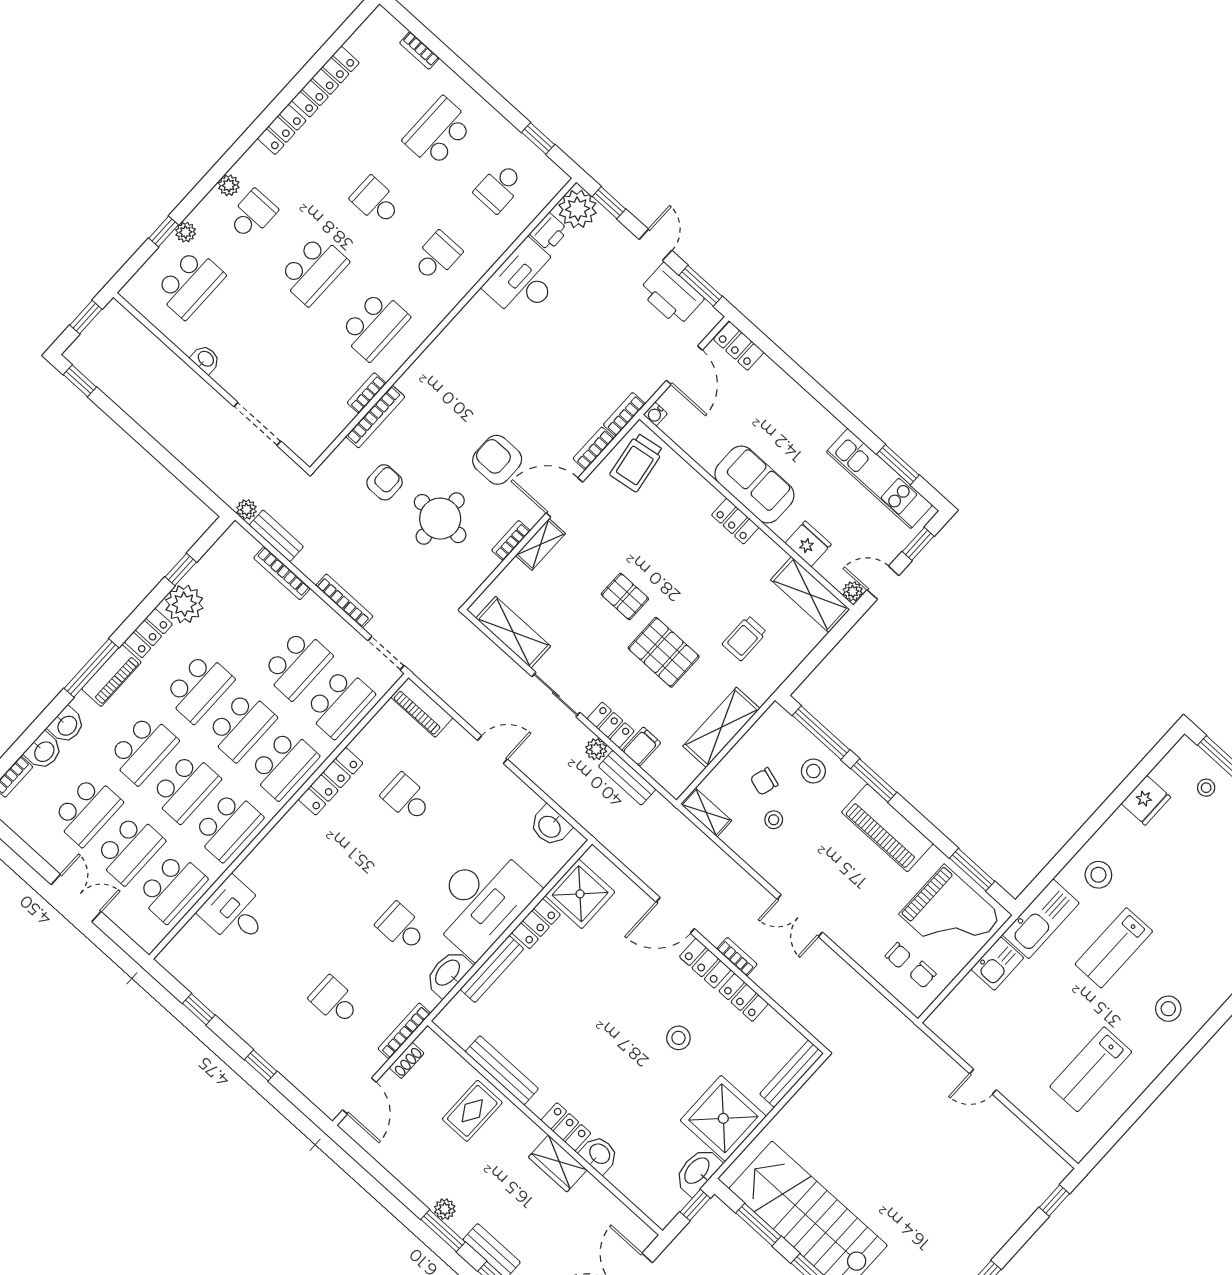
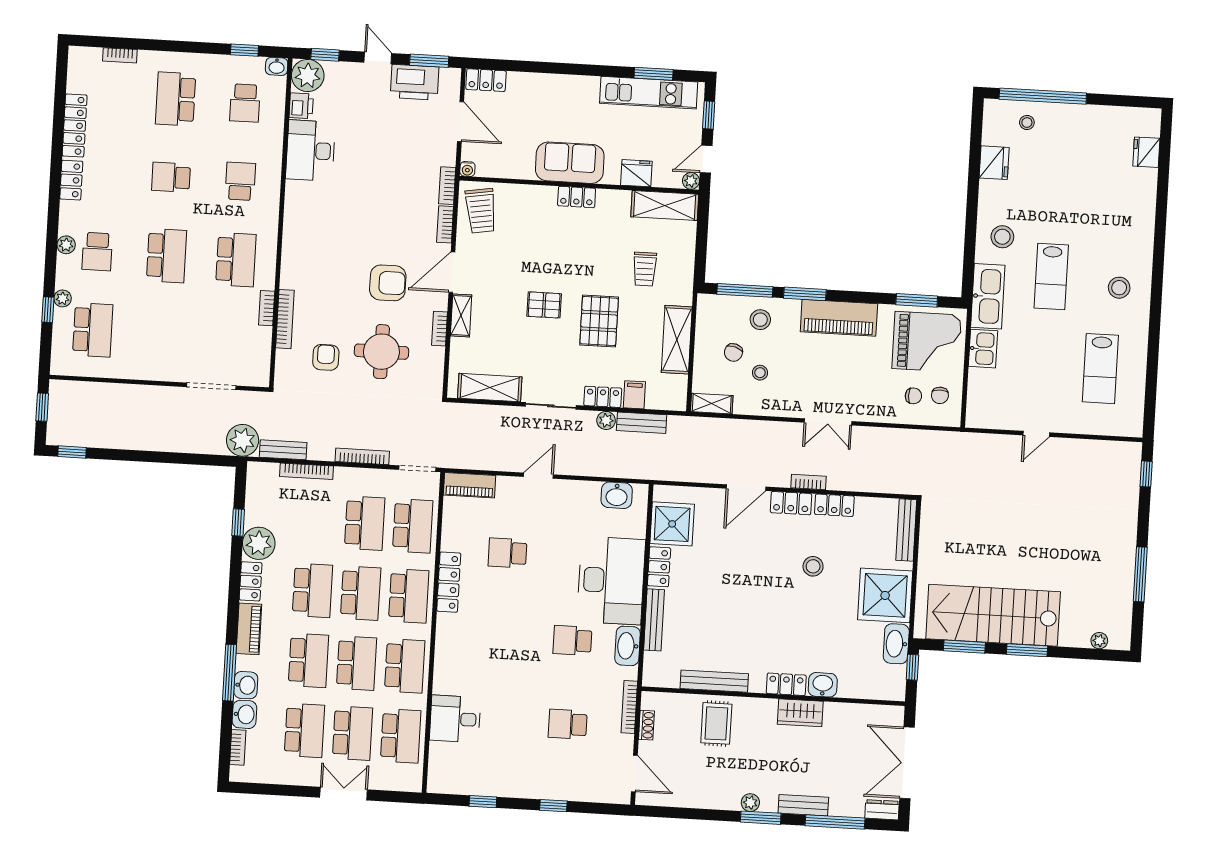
school desk: (252, 215) -> (97, 252), turned 180
washbasin: (206, 359) -> (277, 66), moved, turned 180
armchair: (497, 460) -> (388, 283), turned 180
plant: (247, 509) -> (243, 440), width x1.88, depth x1.88
pallet: (664, 652) -> (599, 321), turned 90
window: (91, 668) -> (229, 673), moved

